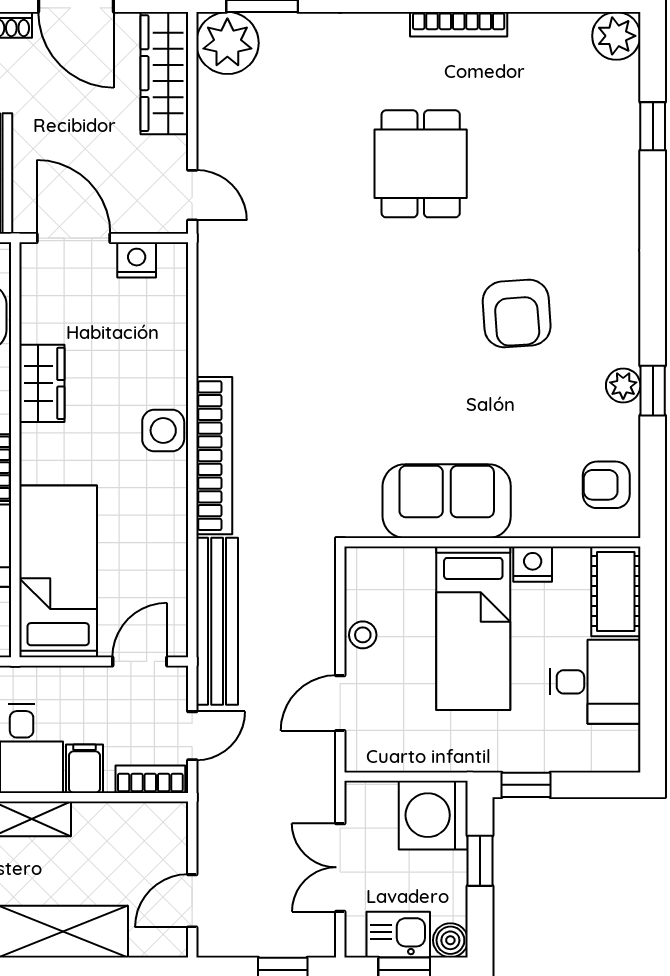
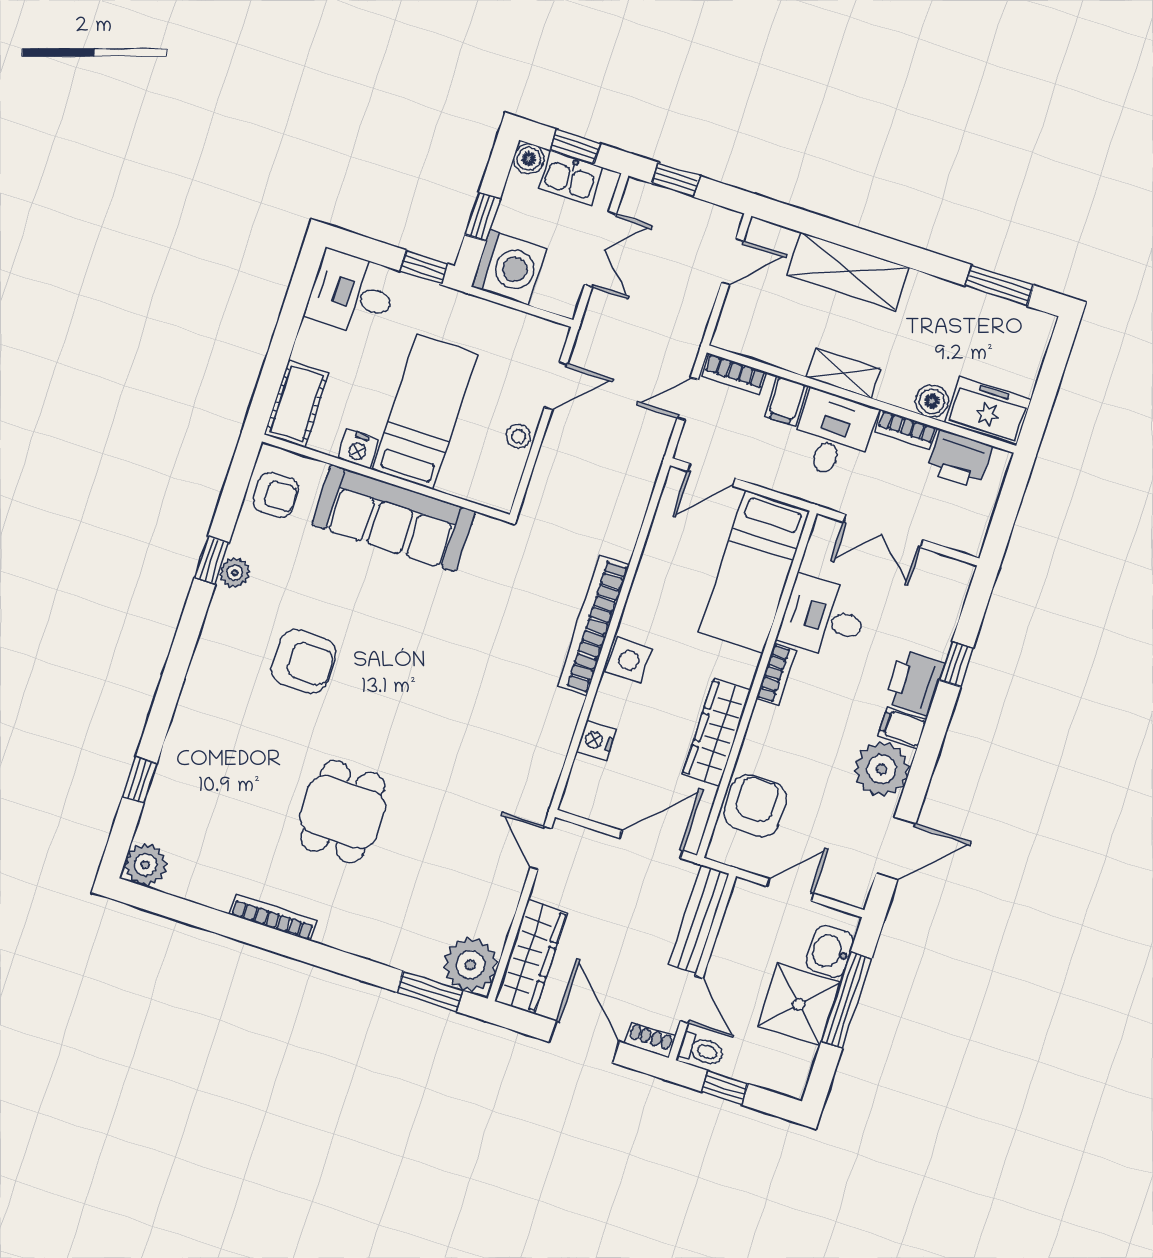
door: (74, 238) -> (651, 844), swing flipped
nightstand: (137, 260) -> (596, 740), moved, turned 90
armchair: (517, 314) -> (304, 661), turned 94
wardrobe: (42, 383) -> (717, 732), width x1.50
sofa: (447, 501) -> (393, 518), width x1.36
bench: (217, 621) -> (636, 487), removed
desk: (595, 682) -> (352, 294), moved

